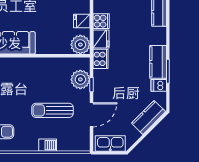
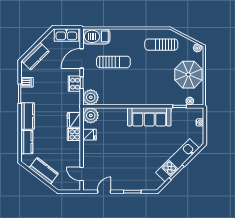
cooker: (101, 59) -> (74, 84), moved
kitchen counter: (158, 62) -> (28, 116), moved
plant: (80, 79) -> (91, 97), moved
barbecue: (48, 145) -> (96, 36), moved, width x1.88, depth x1.53

